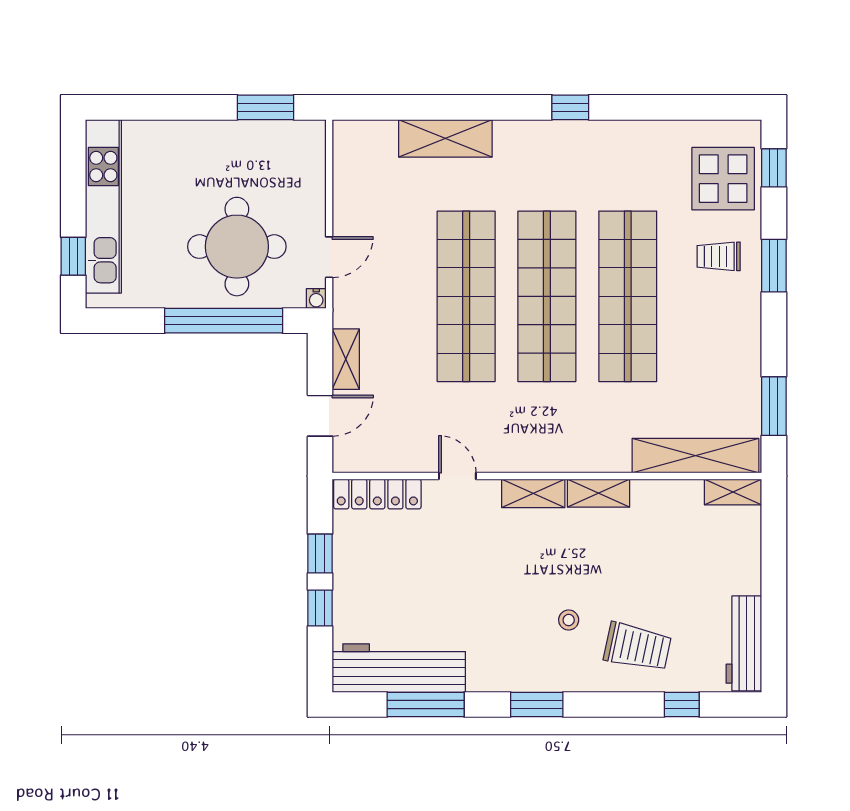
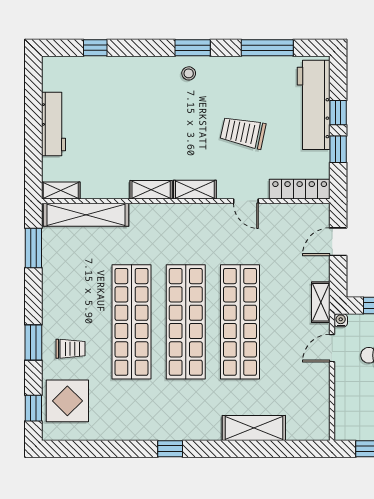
shelving: (346, 359) -> (321, 302), moved
stool: (569, 620) -> (189, 73), moved
workbench: (744, 643) -> (53, 124), moved
trolley: (637, 647) -> (243, 132), moved
workbench: (399, 668) -> (314, 105), moved, turned 90

